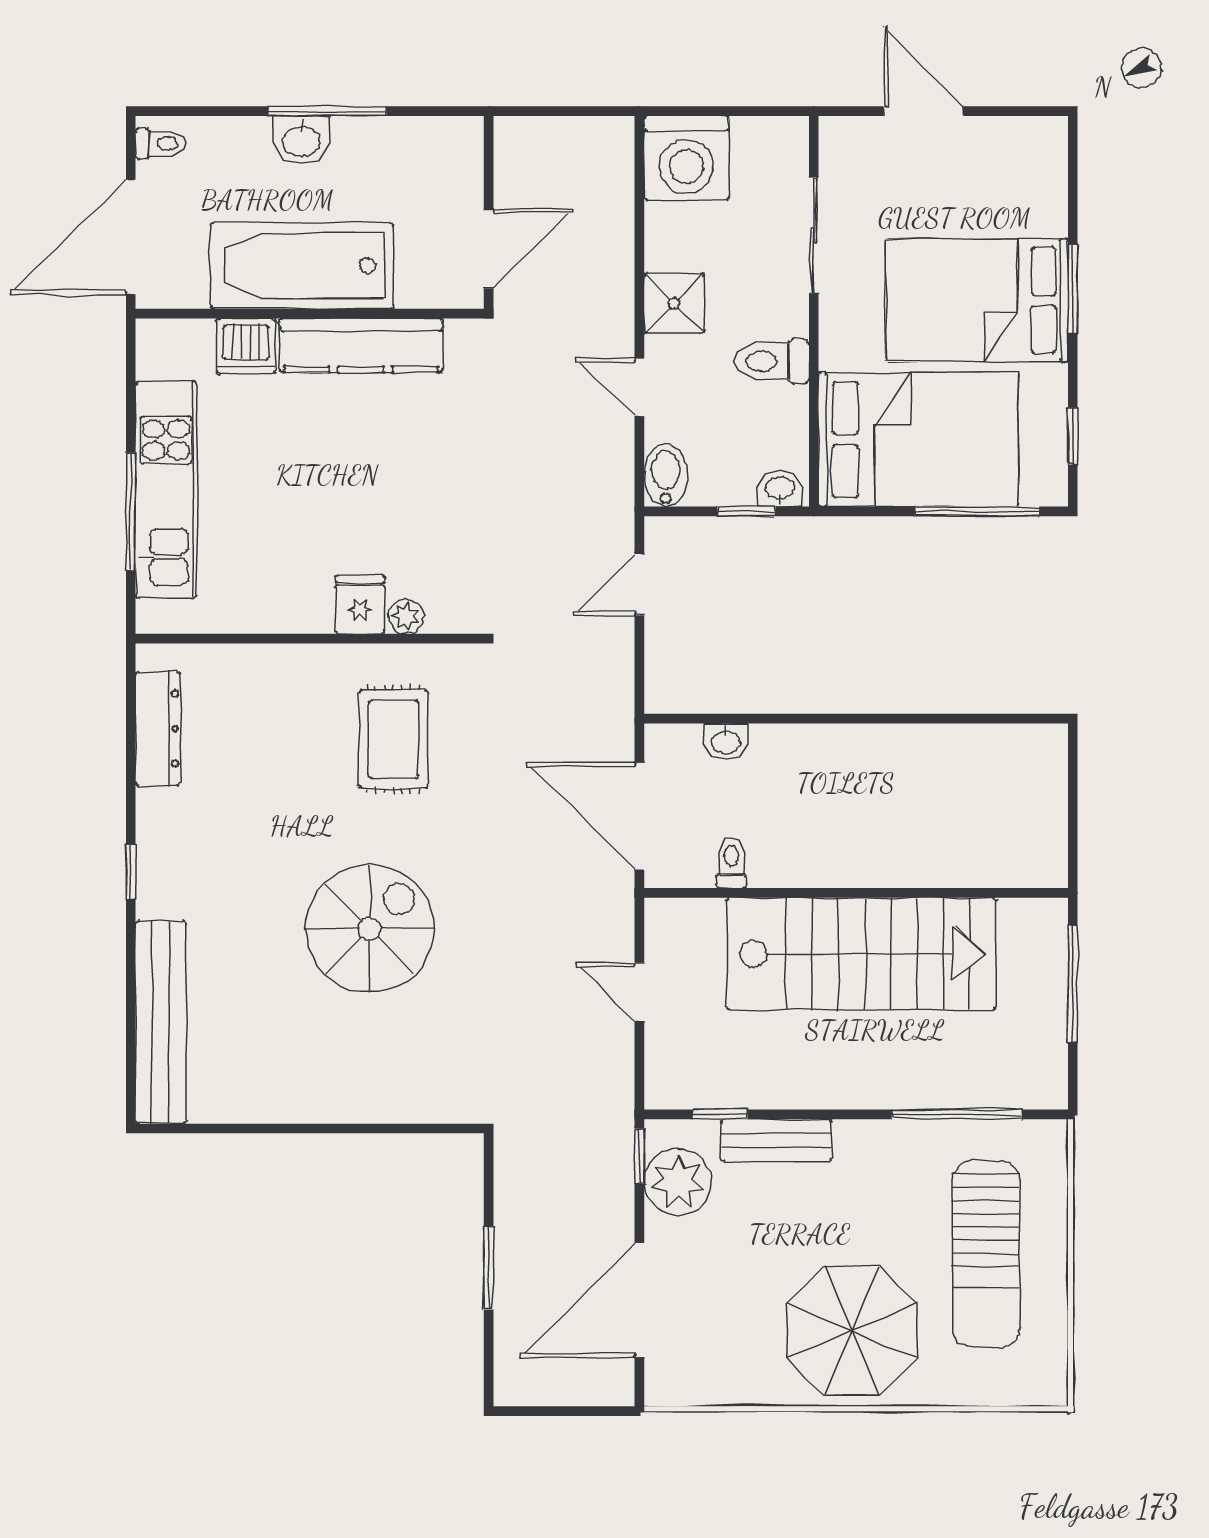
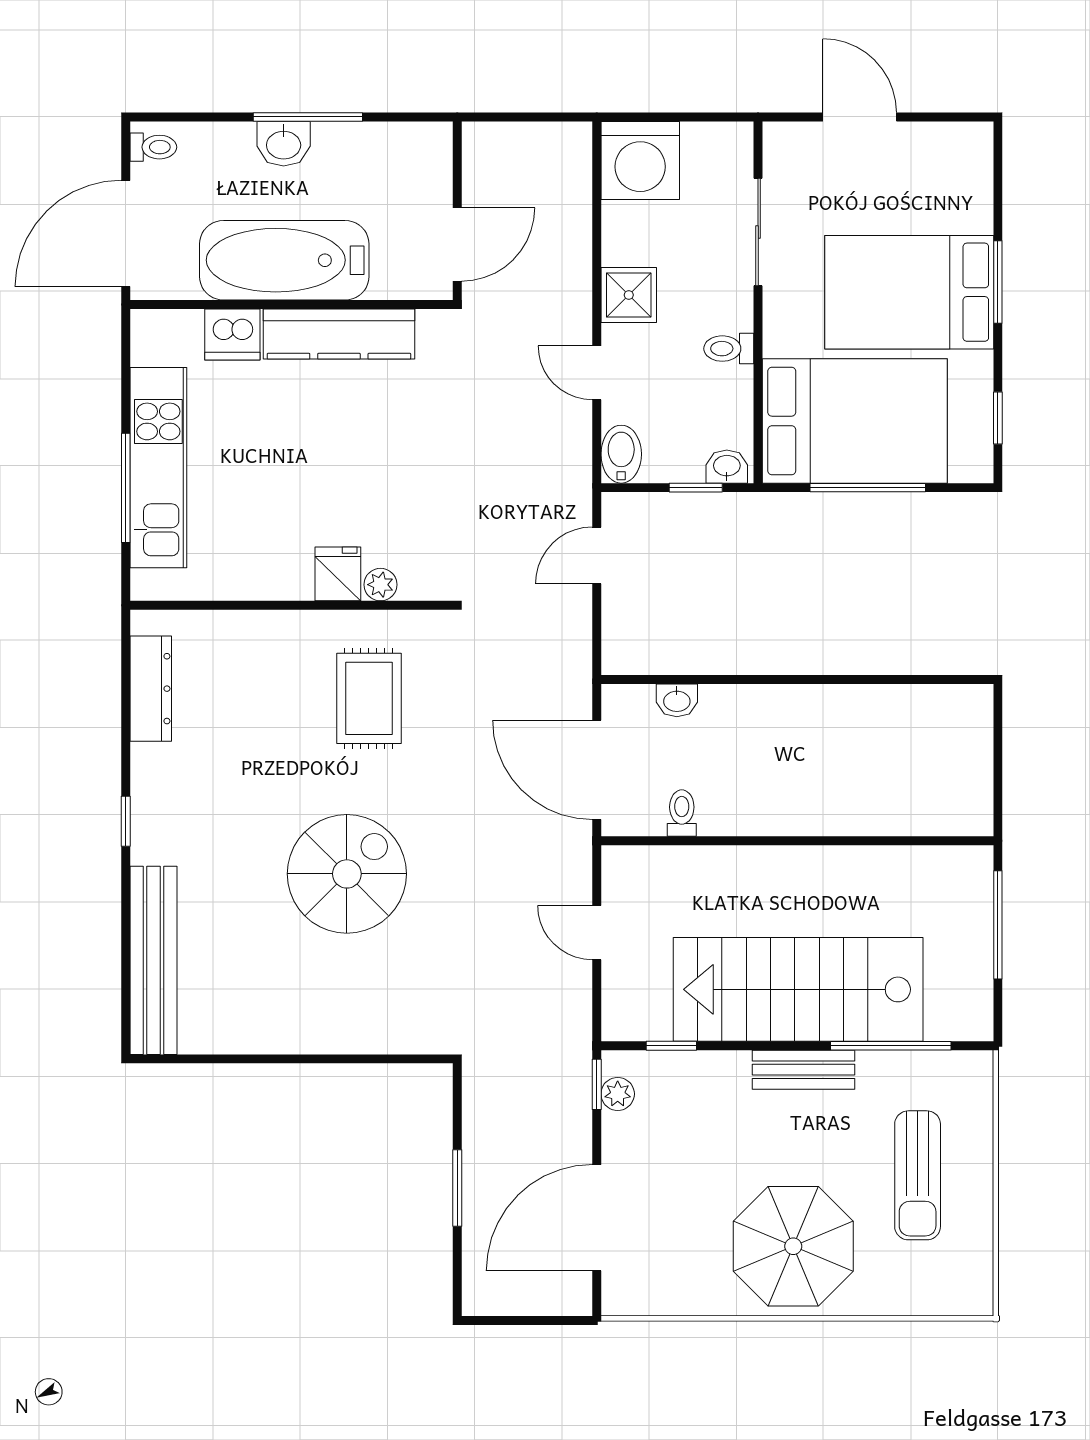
toilet: (772, 361) -> (729, 349), width x0.73, depth x0.72
window: (977, 511) -> (868, 488), moved
stairs: (861, 954) -> (798, 989), moved, turned 180
bench: (777, 1140) -> (803, 1070), moved
plant: (678, 1182) -> (618, 1094), width x0.53, depth x0.53
sun lounger: (986, 1254) -> (918, 1175), width x0.73, depth x0.75

